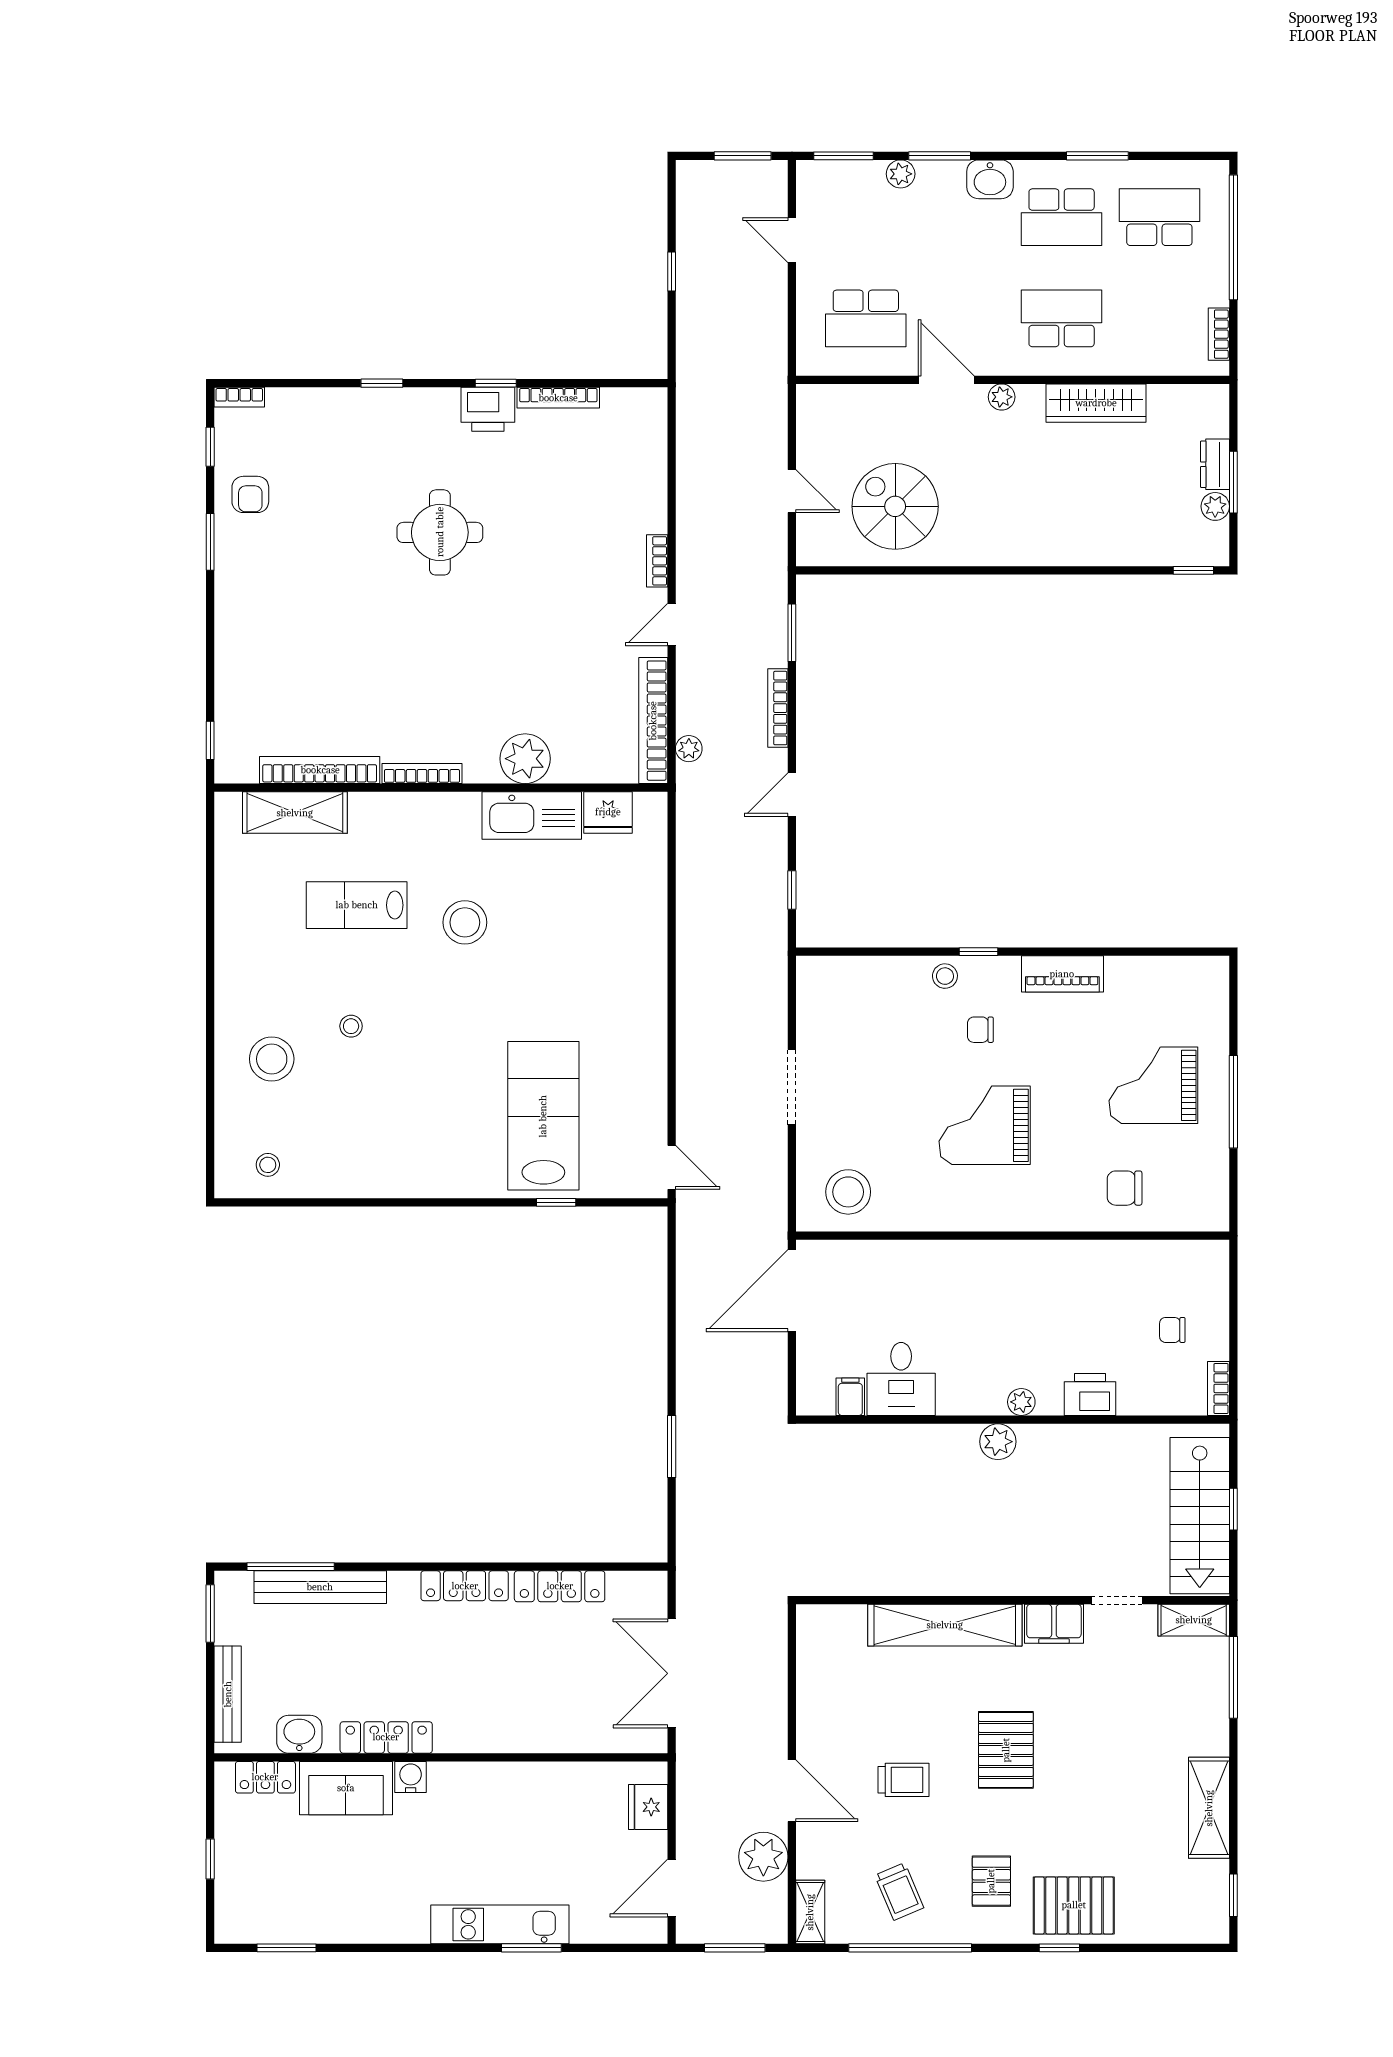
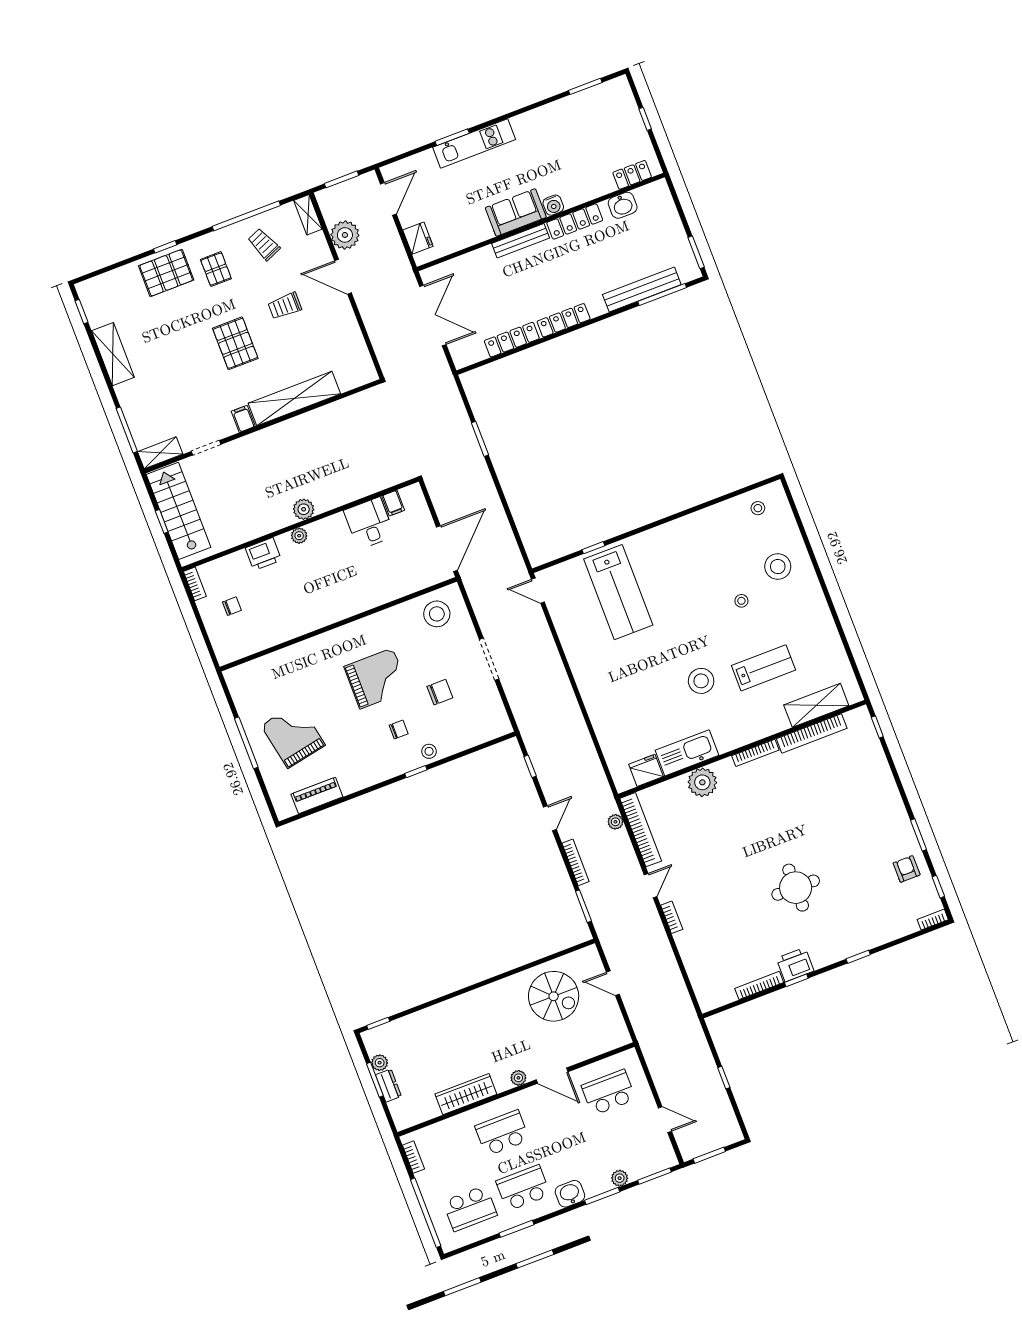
school desk: (1062, 318) -> (502, 1133), turned 180
piano: (1062, 974) -> (317, 796), moved
grand piano: (1153, 1085) -> (293, 735), turned -101
chair: (1125, 1188) -> (440, 692), moved
filing cabinet: (1054, 1624) -> (243, 419), width x0.50
bench: (228, 1694) -> (521, 241), moved, turned 90
sofa: (346, 1788) -> (516, 212), moved

